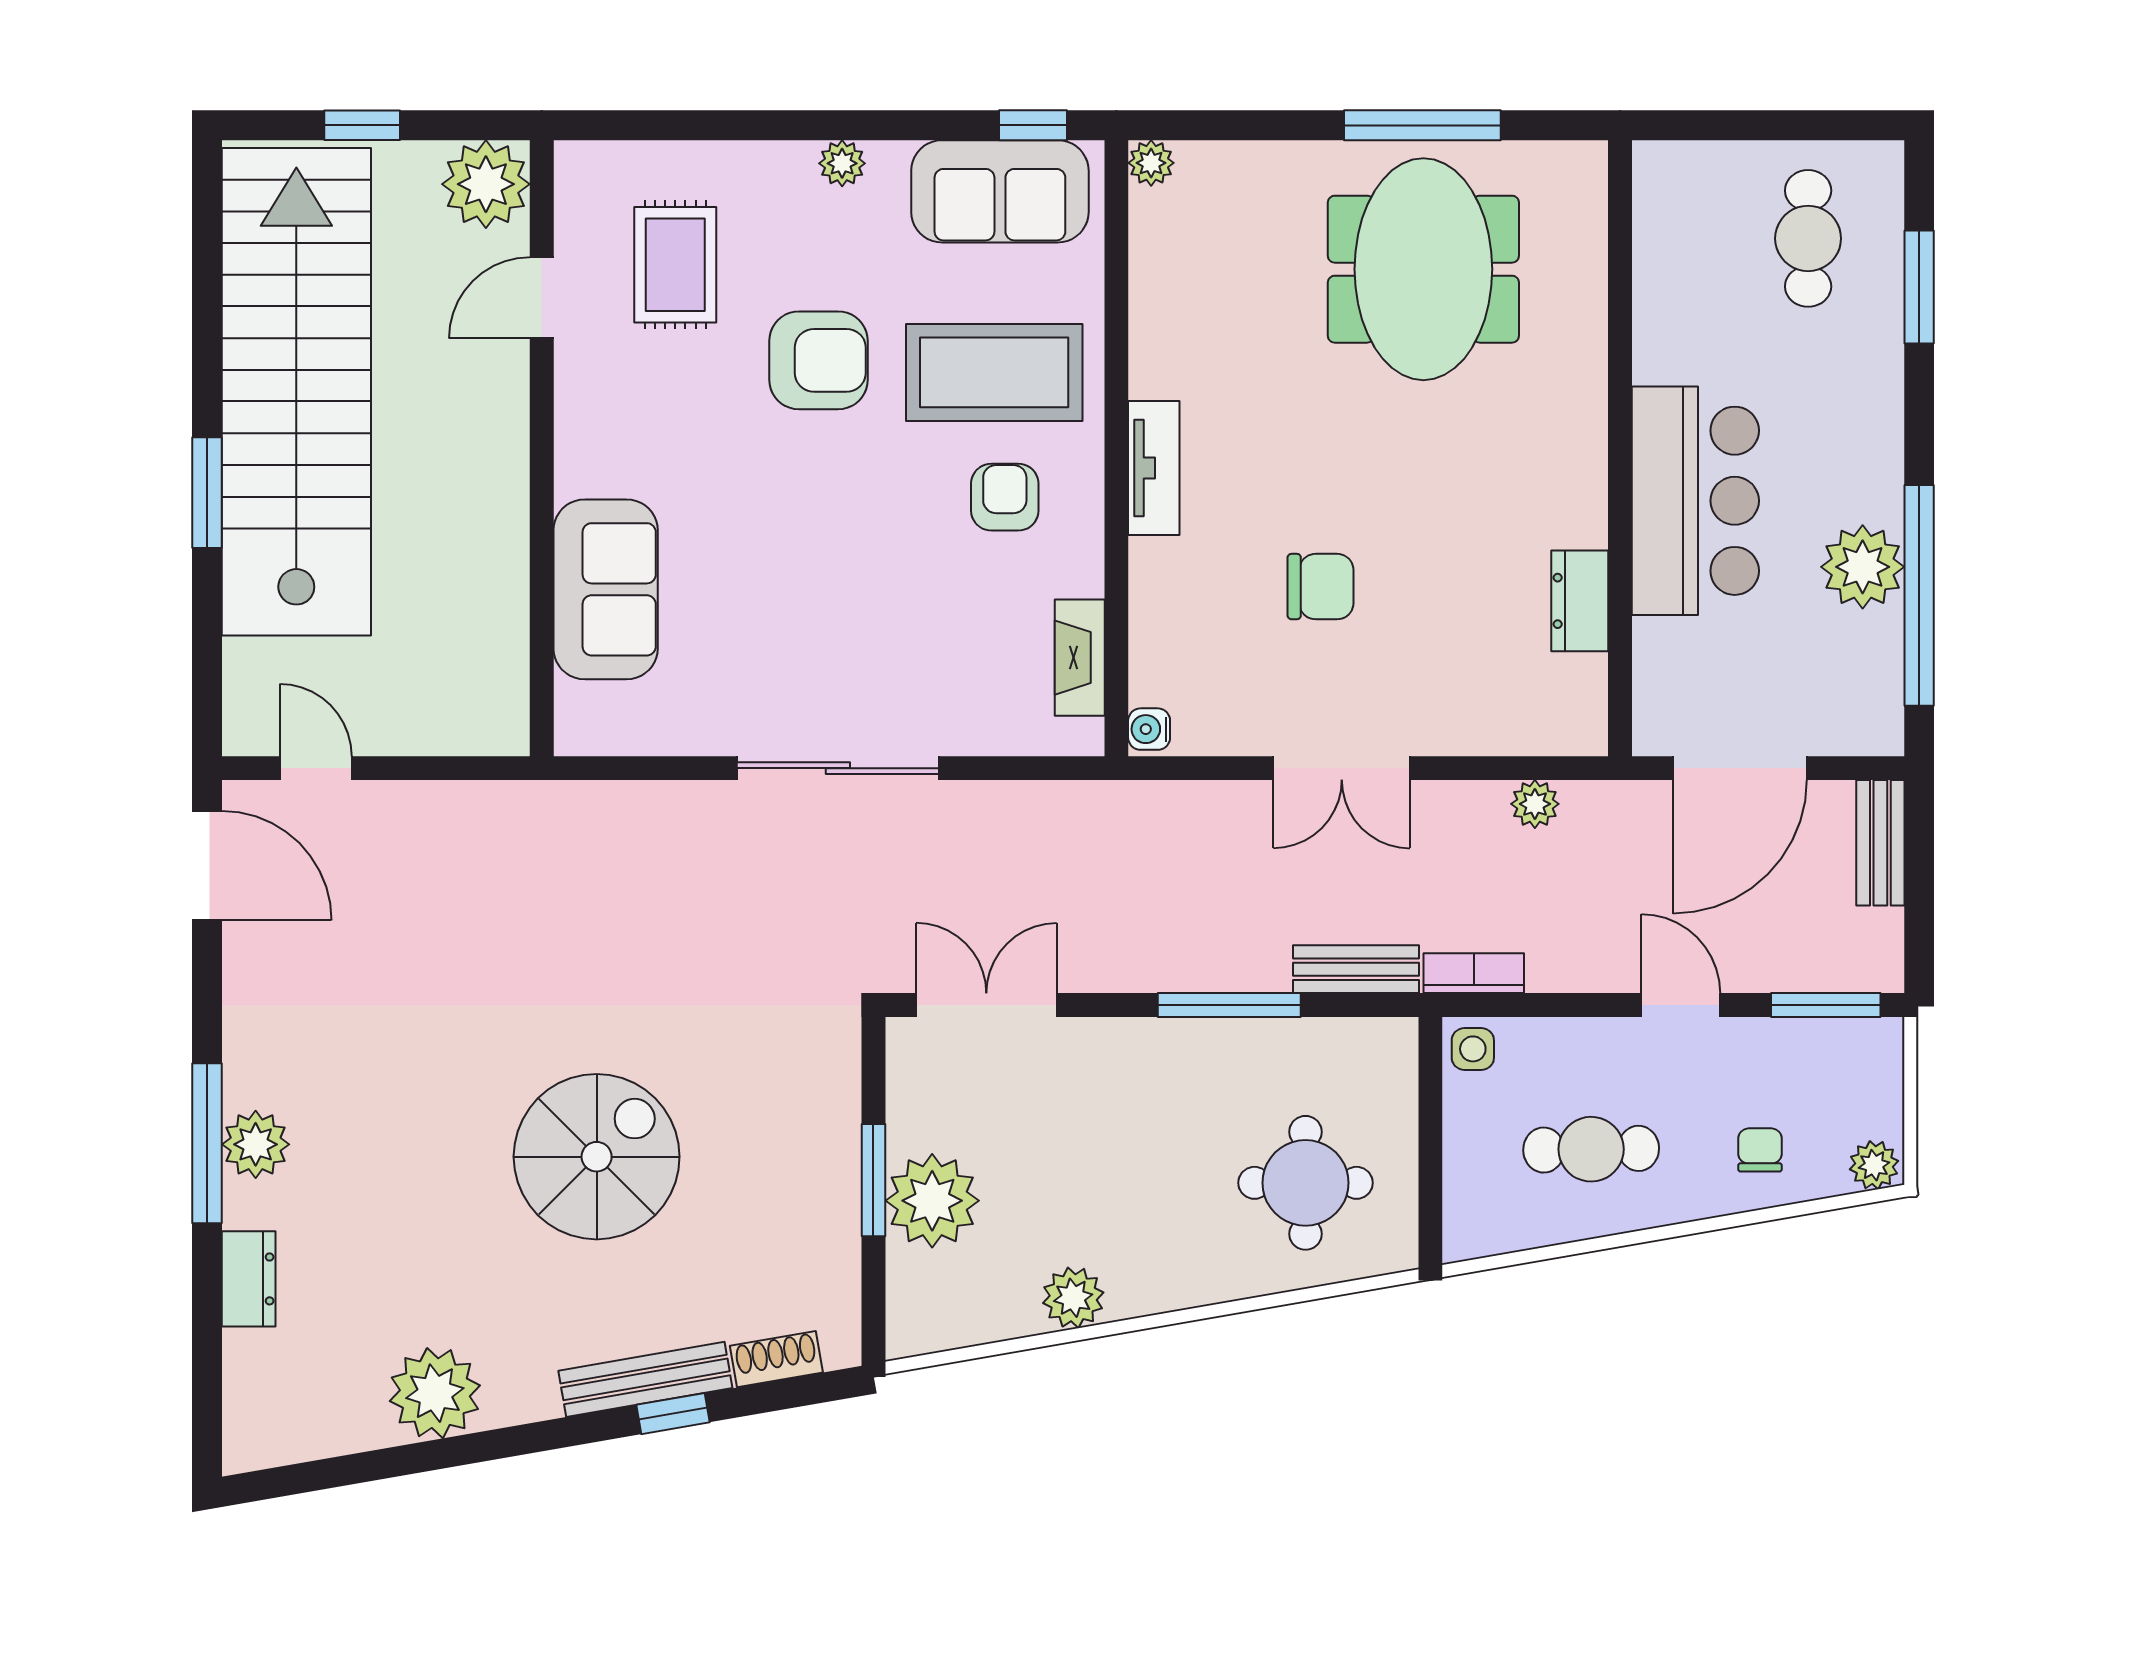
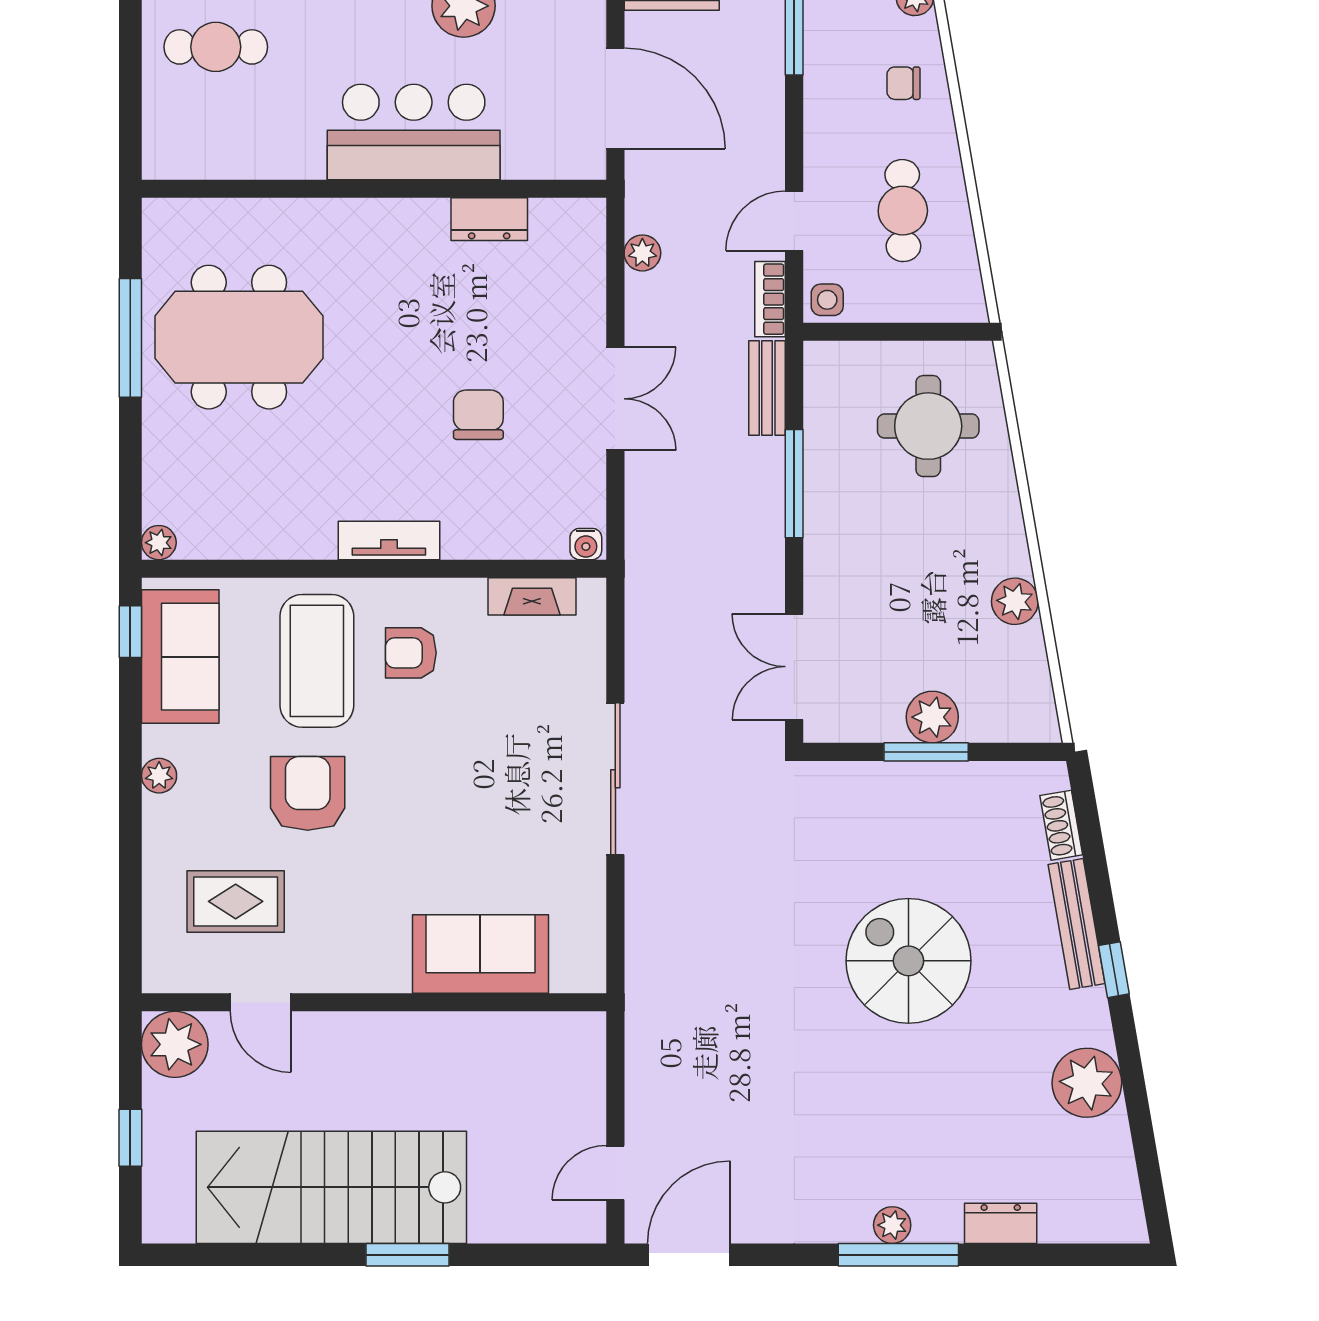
stairs: (296, 392) -> (331, 1187), width x0.73
door: (1681, 1005) -> (794, 221), moved
plant: (256, 1144) -> (892, 1225), width x0.73, depth x0.73
plant: (932, 1201) -> (932, 717), width x0.73, depth x0.73
window: (673, 1414) -> (1114, 970), moved

